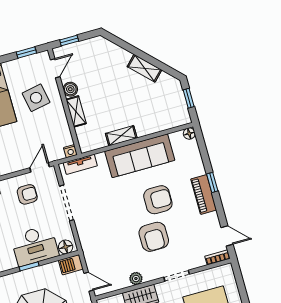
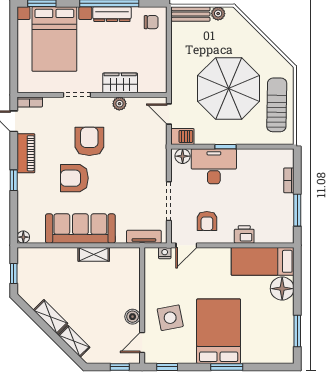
shelving: (76, 111) -> (74, 341), moved, turned -45
nightstand: (70, 151) -> (165, 253), moved
armchair: (27, 194) -> (207, 221), turned -90
piano: (204, 194) -> (26, 153), moved

